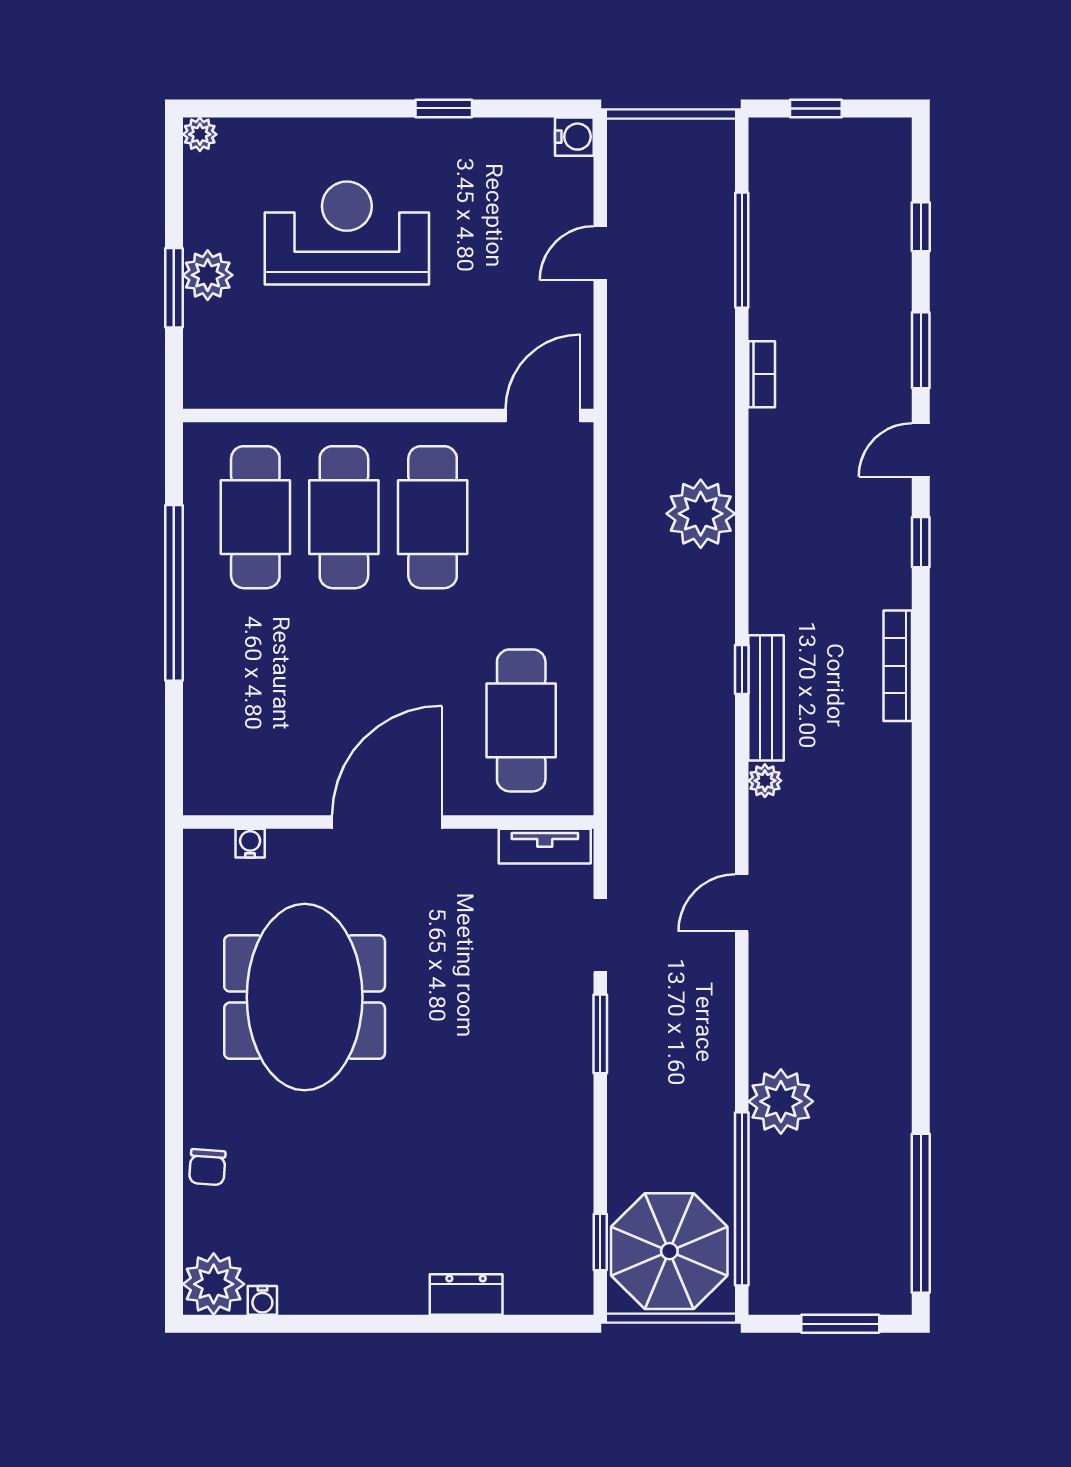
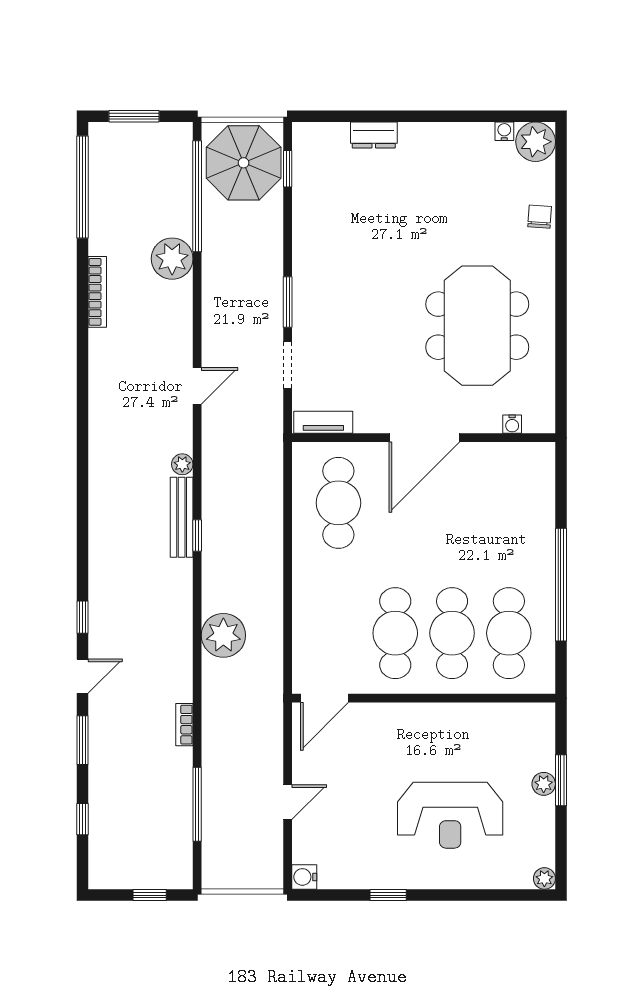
plant: (208, 275) -> (544, 784), width x0.73, depth x0.73
bookcase: (898, 666) -> (97, 292), moved

